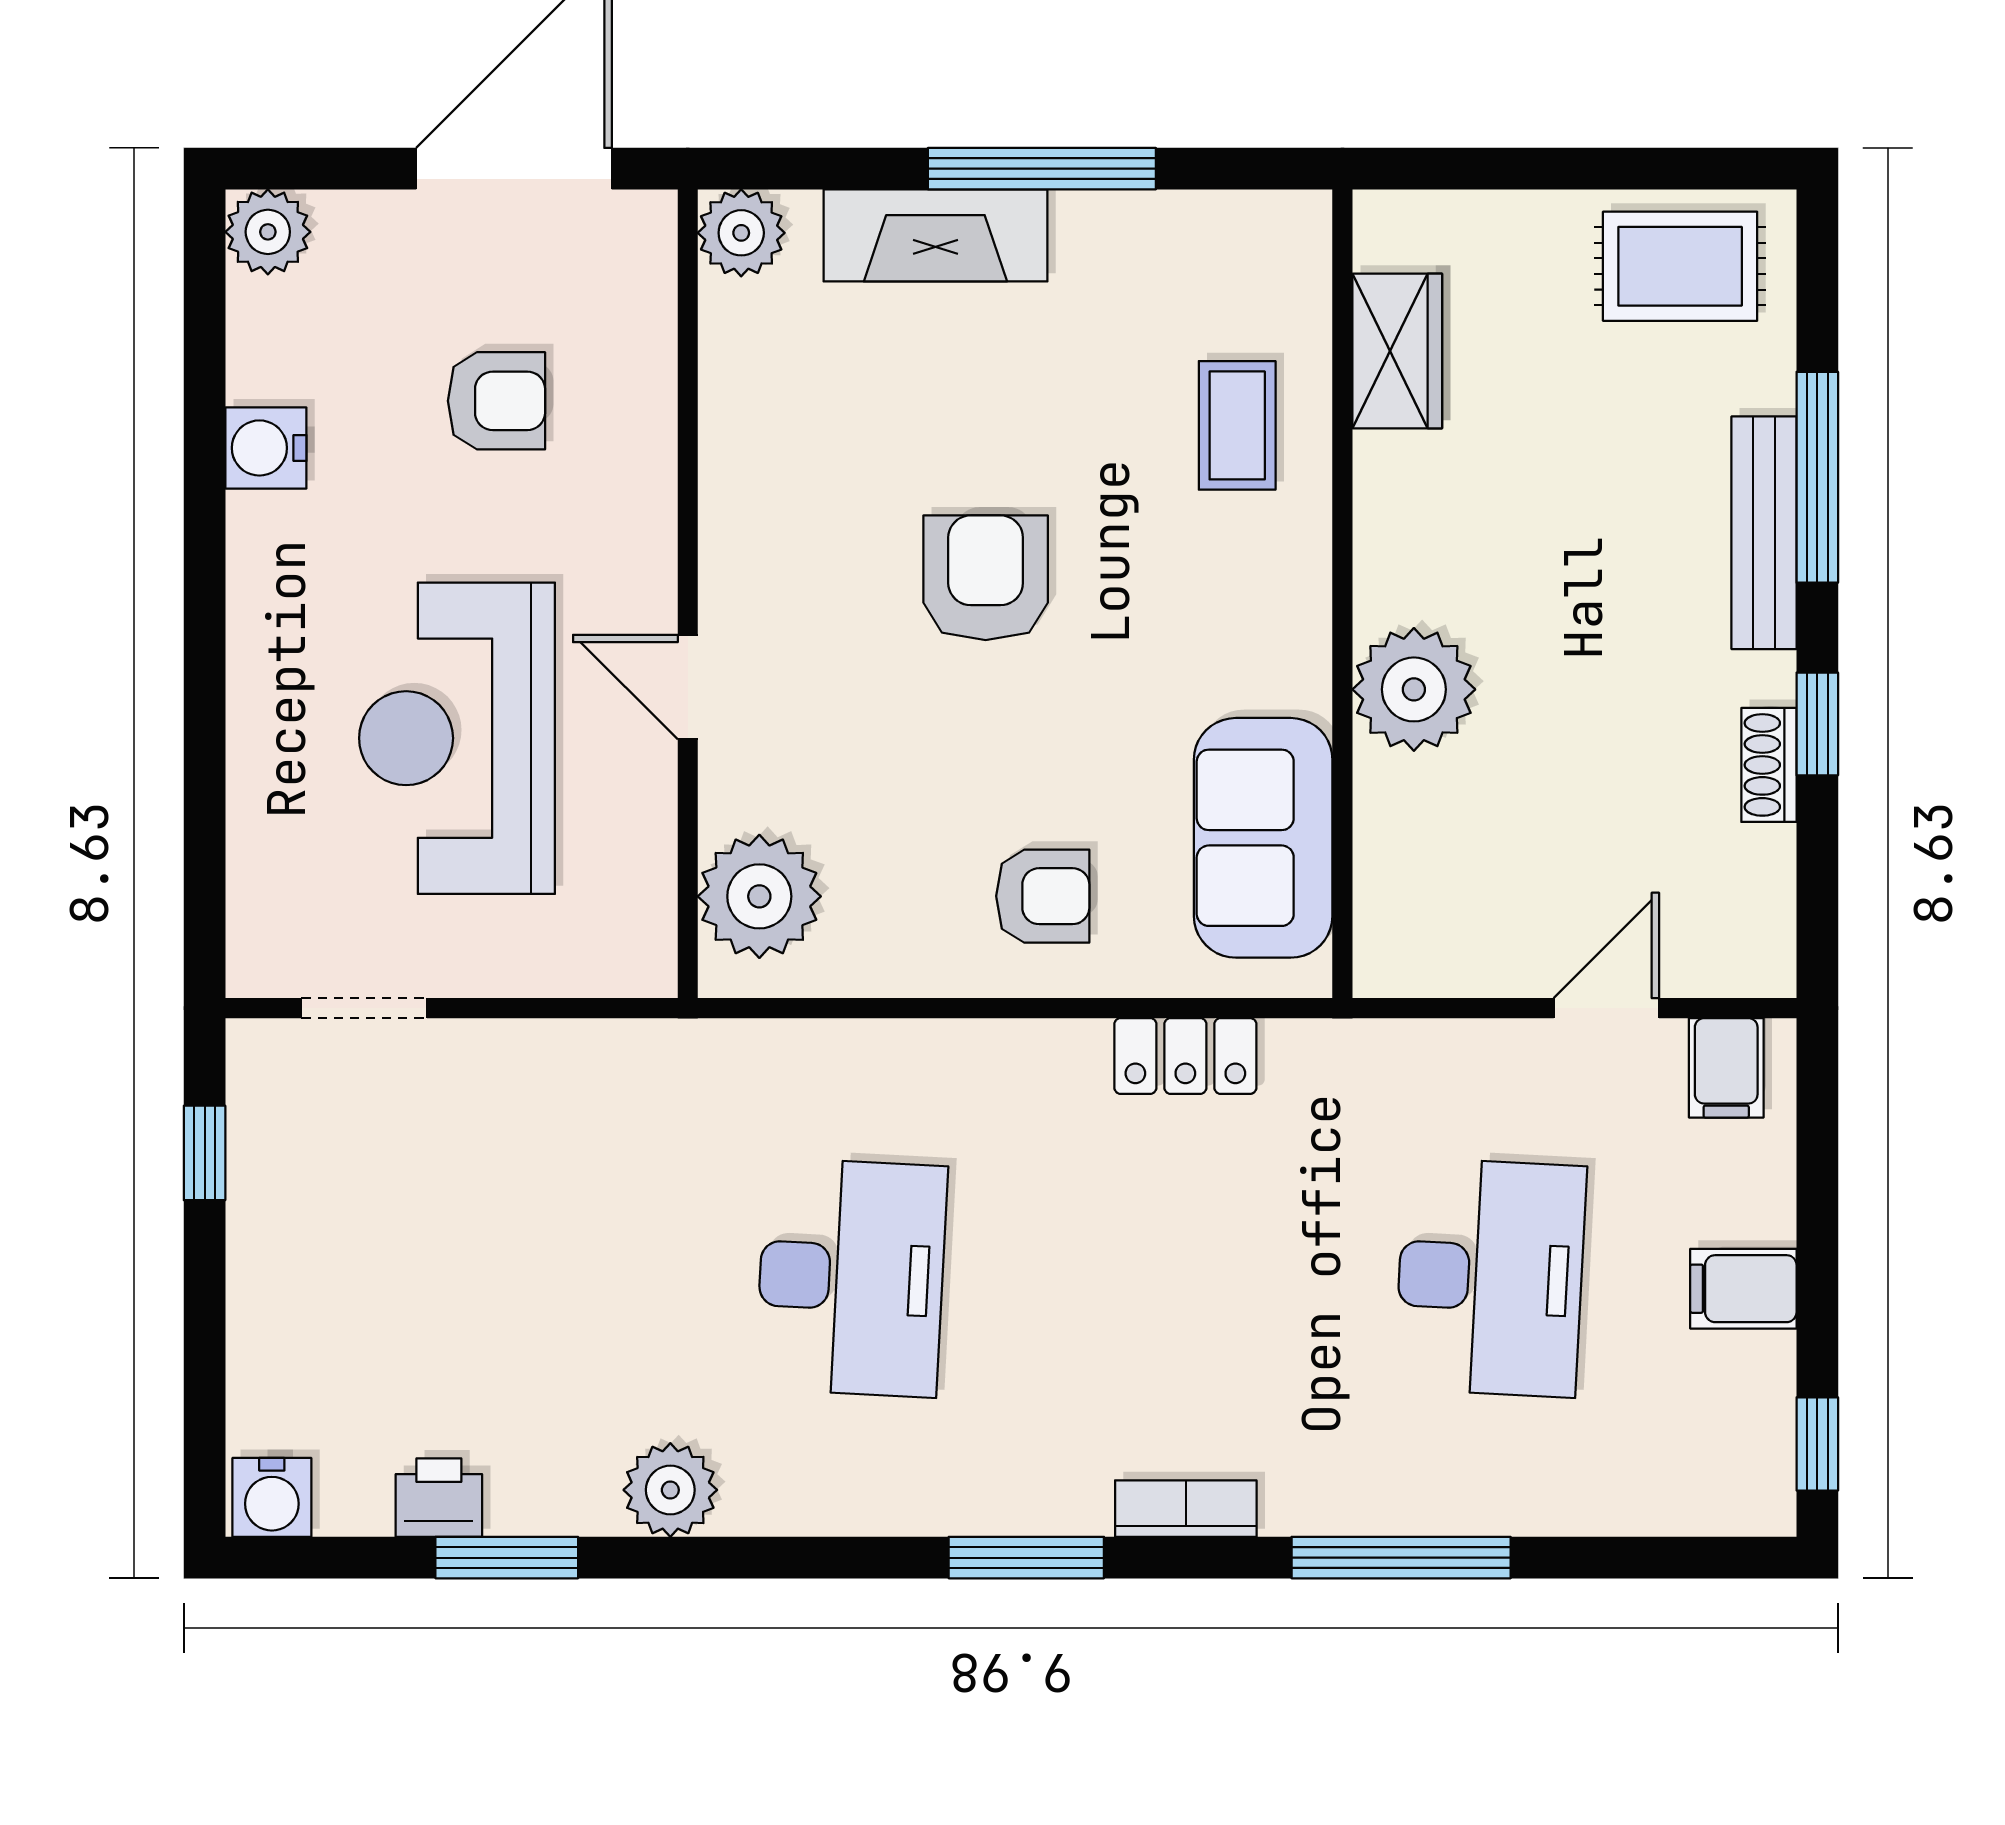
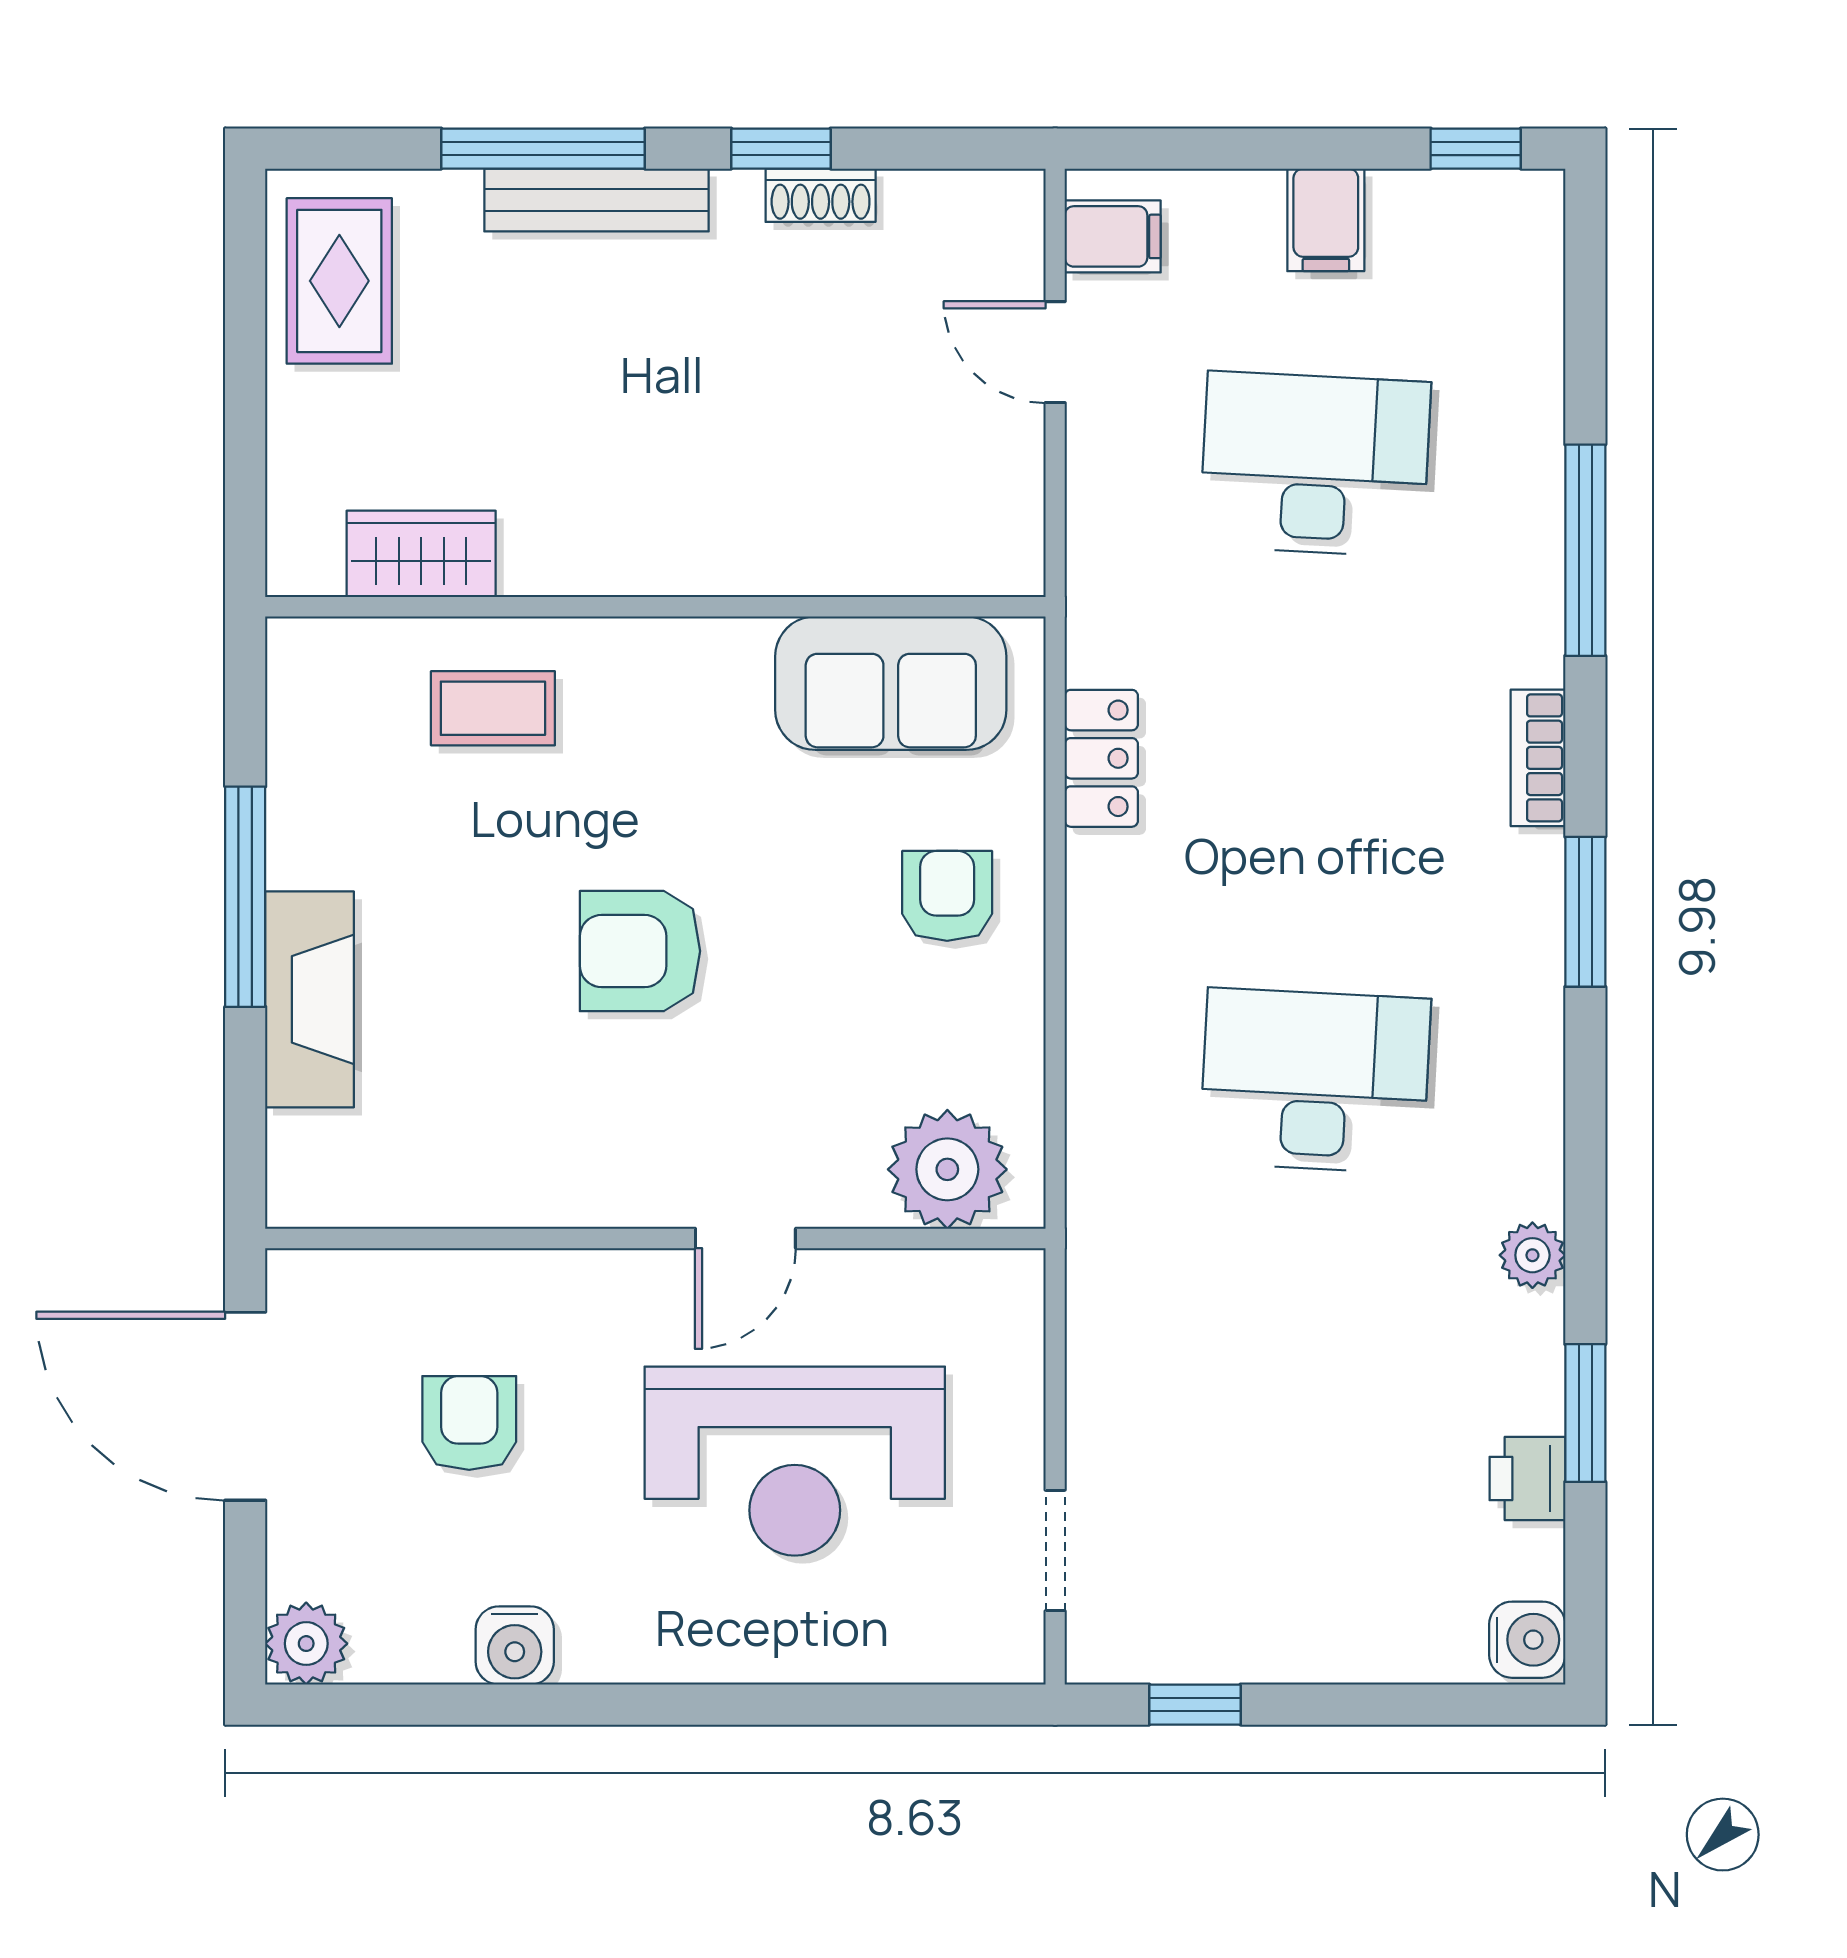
plant: (741, 233) -> (307, 1187), removed
plant: (1414, 689) -> (748, 538), removed
plant: (670, 1490) -> (1532, 1255), width x0.73, depth x0.73

